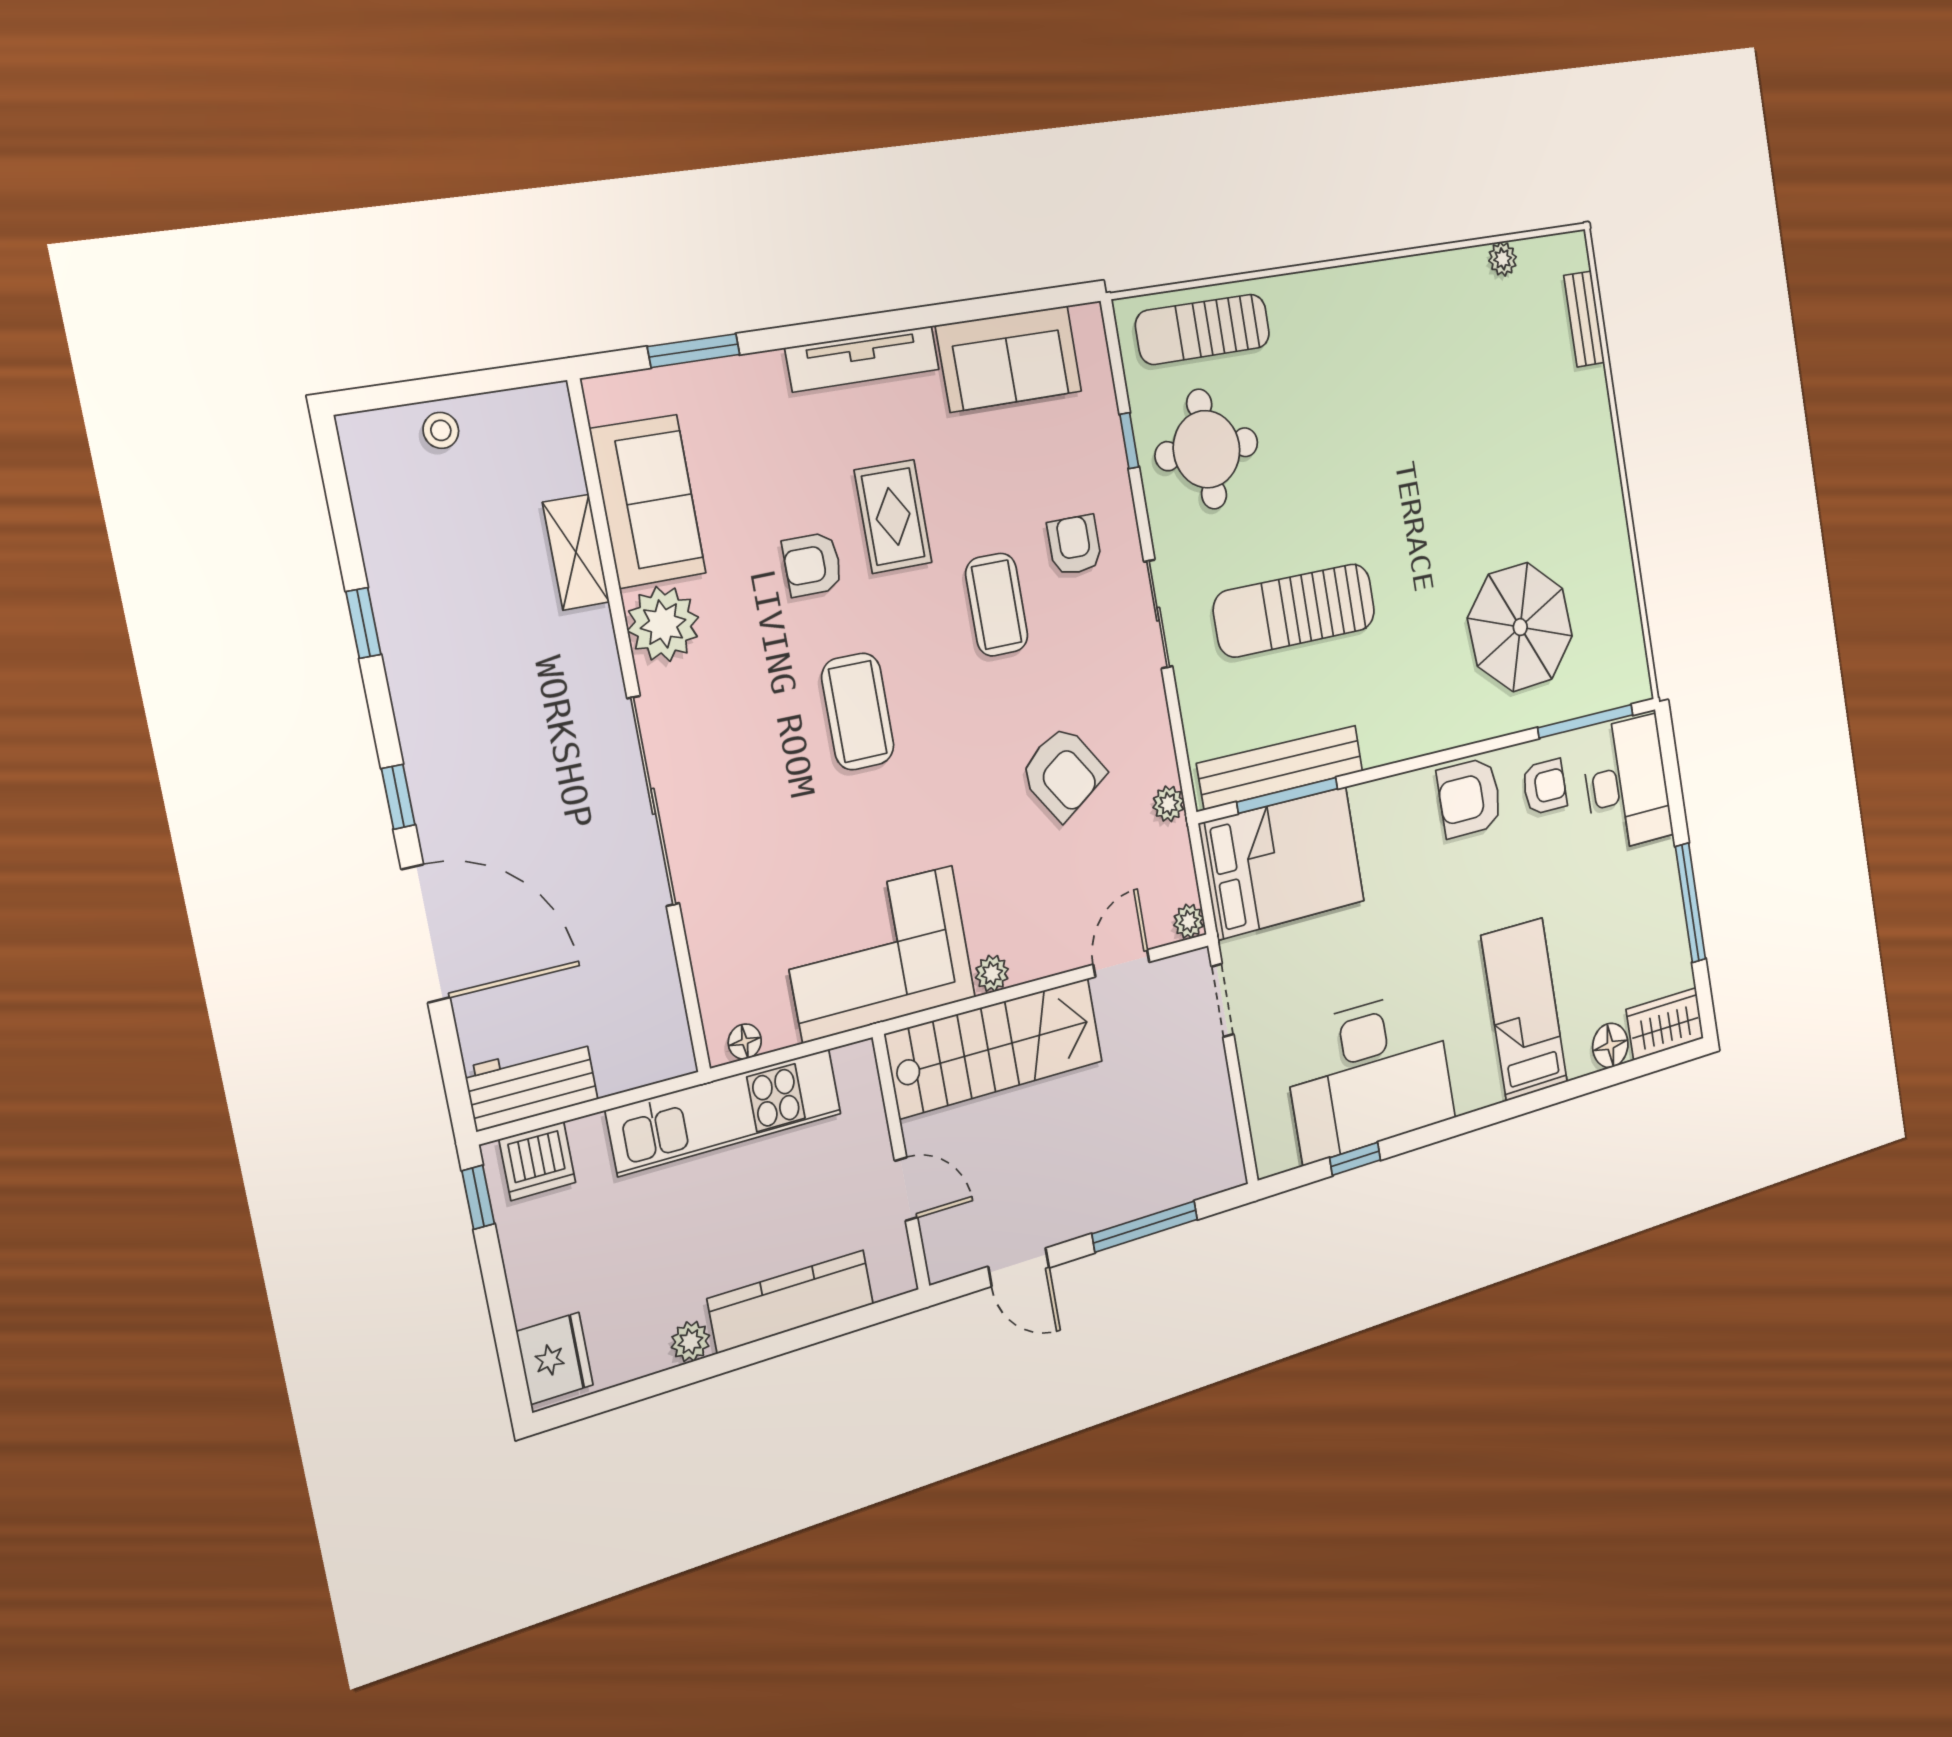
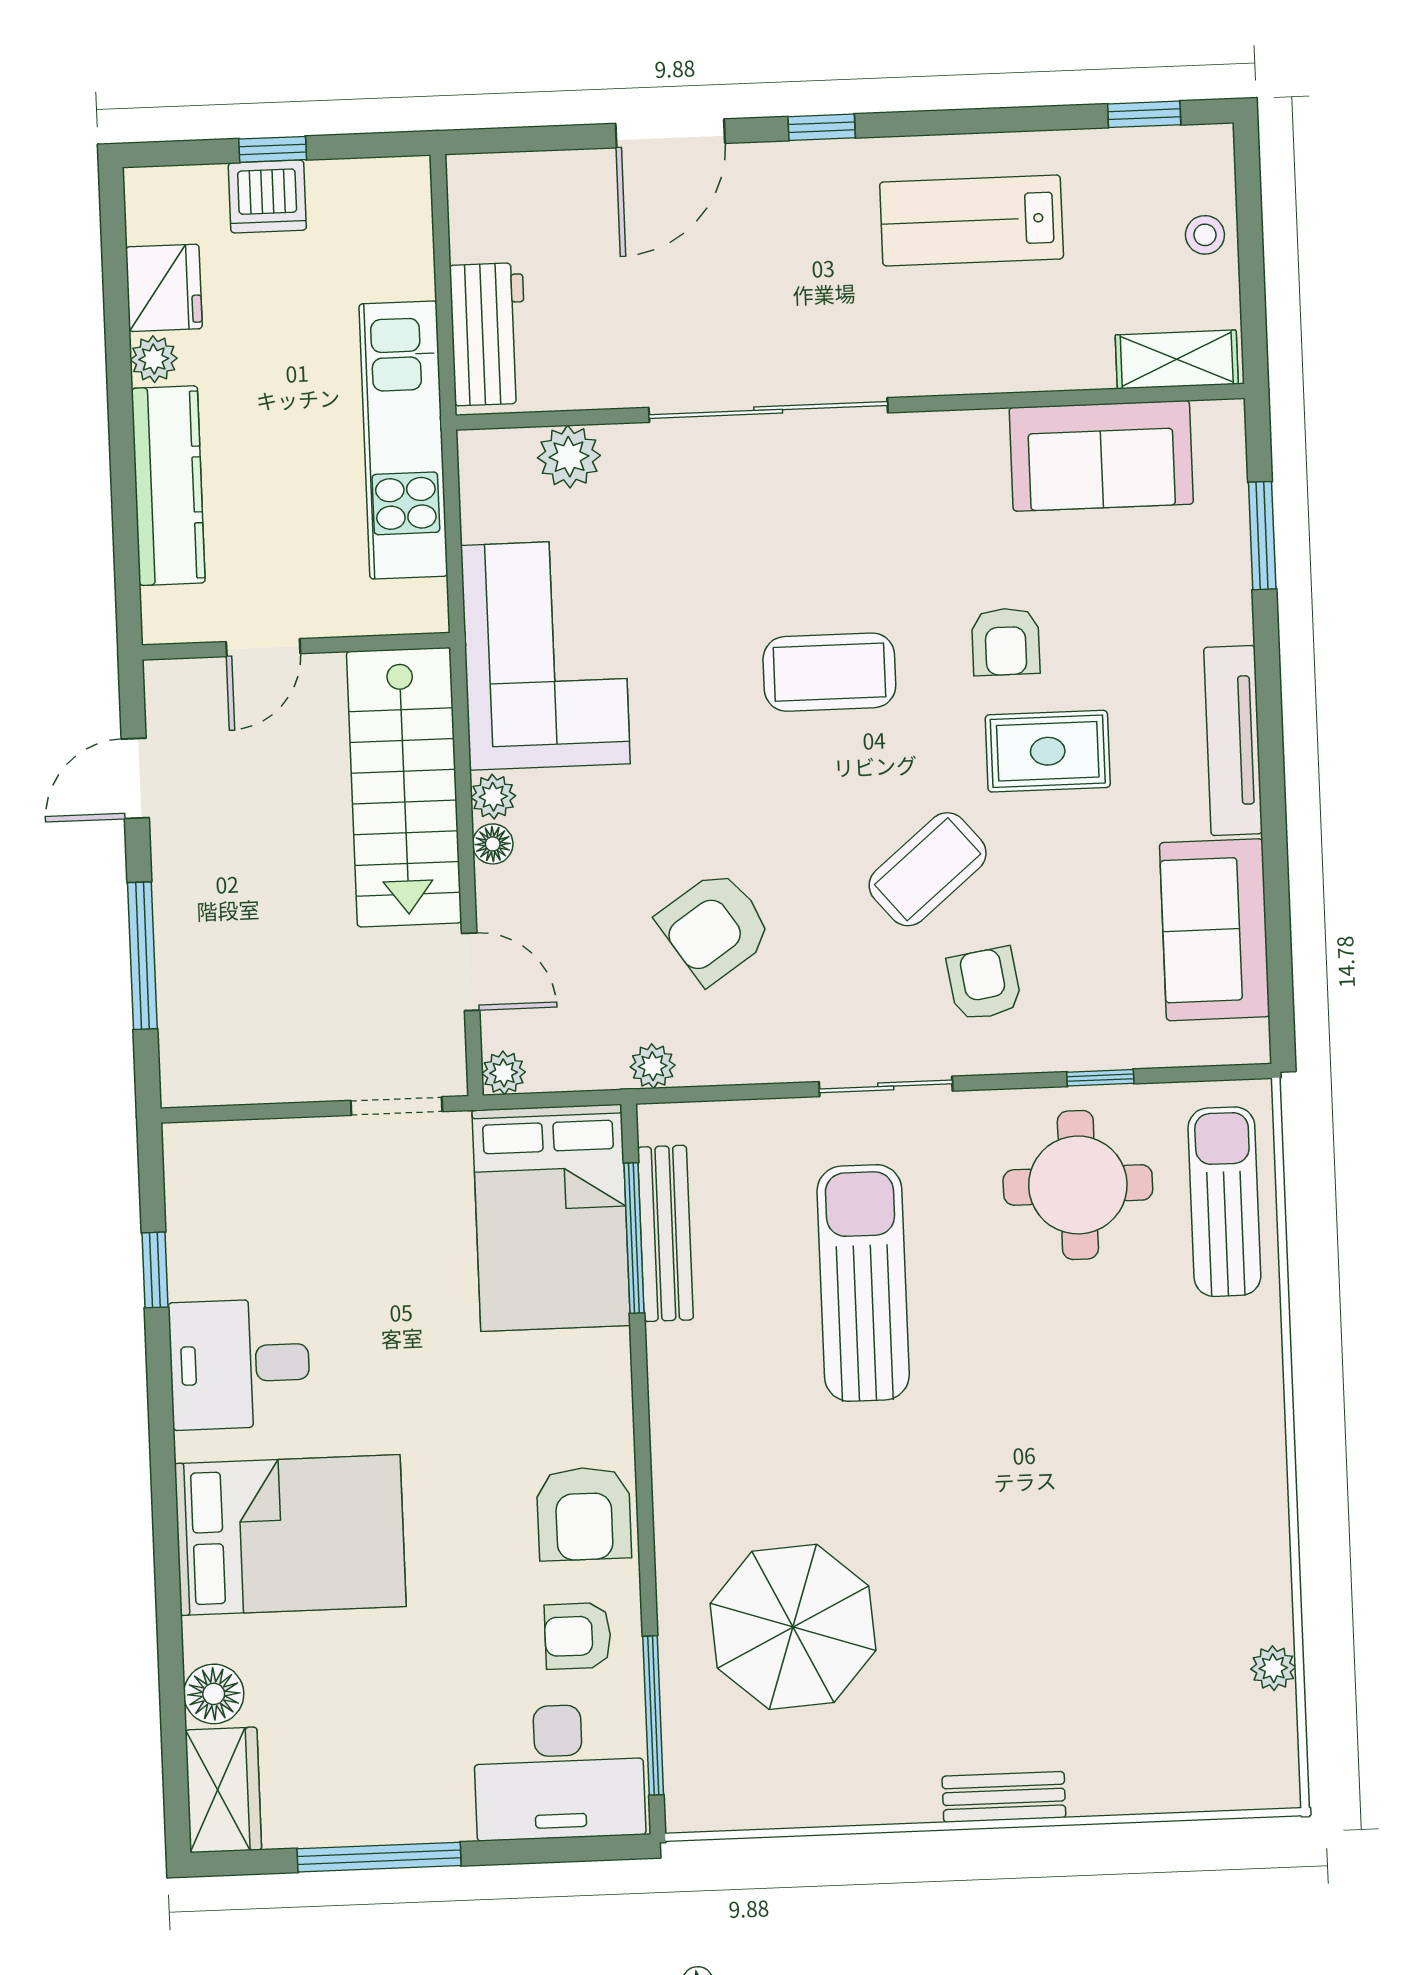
bench: (1584, 319) -> (1004, 1797), moved
armchair: (1075, 545) -> (984, 984), turned -99
shelving: (576, 552) -> (1177, 359), moved
armchair: (812, 564) -> (1006, 642), turned 180
coffee table: (997, 605) -> (928, 869), turned -40
window: (364, 623) -> (1144, 114), moved
plant: (663, 624) -> (569, 457), moved, width x0.73, depth x0.73
lab bench: (461, 646) -> (972, 220), added
bench: (1281, 767) -> (665, 1233), width x0.73, depth x0.82
armchair: (1545, 787) -> (578, 1636), turned 90
armchair: (1469, 798) -> (584, 1514), turned 180
door: (426, 934) -> (670, 133), width x0.73
bed: (1524, 1009) -> (290, 1535), width x1.50
floor lamp: (745, 1042) -> (493, 844), moved
desk: (1369, 1074) -> (240, 1364), width x0.53, depth x0.77
workbench: (531, 1084) -> (489, 334), moved
dishwasher: (537, 1161) -> (267, 197), moved, turned -90
window: (478, 1197) -> (273, 149), moved
fridge: (555, 1358) -> (164, 288), moved, turned -90

